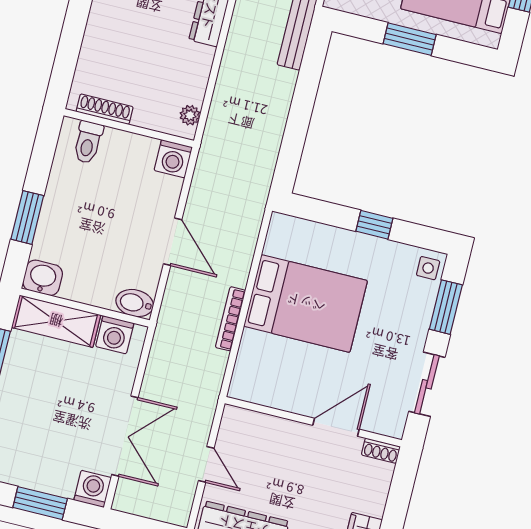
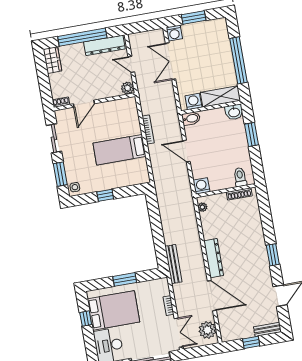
bed: (306, 303) -> (119, 150), width x0.67
plant: (235, 420) -> (128, 88), added

